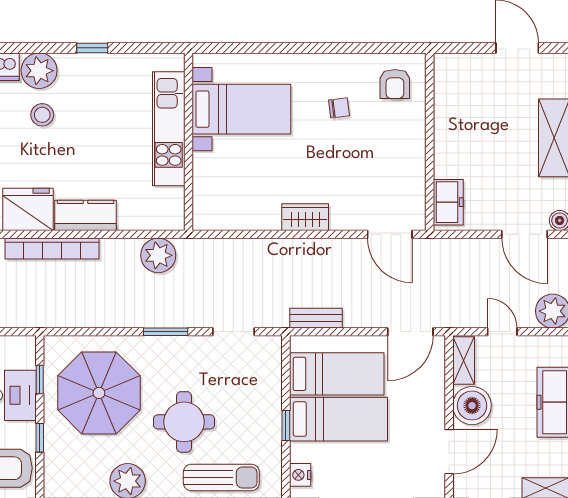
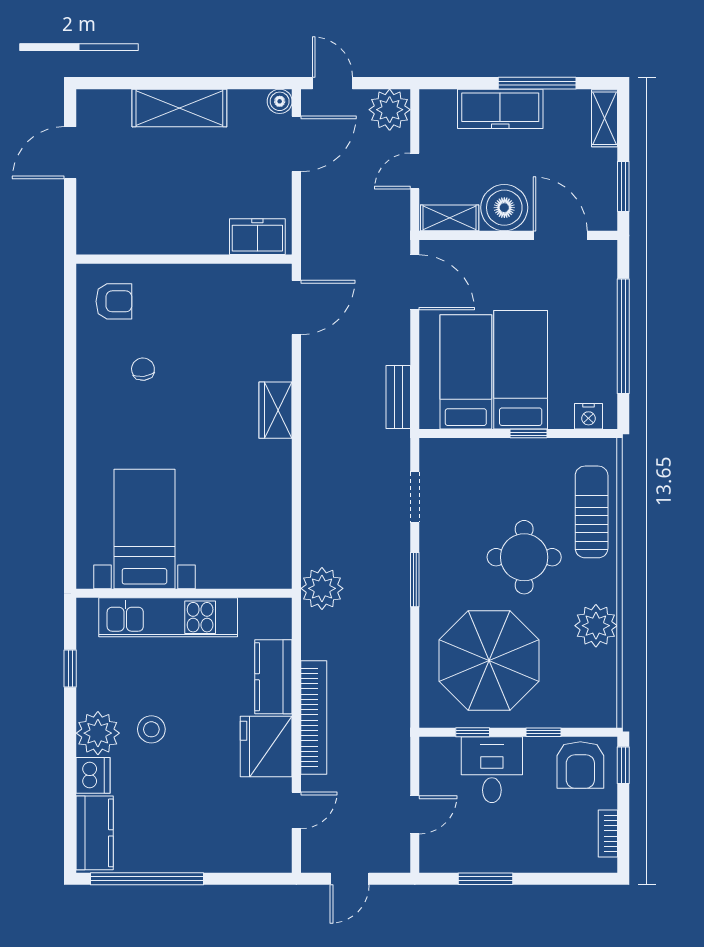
bed with nightstands: (241, 109) -> (144, 529), moved
kitchen unit: (169, 129) -> (168, 617), moved
wall: (188, 142) -> (184, 593), moved

